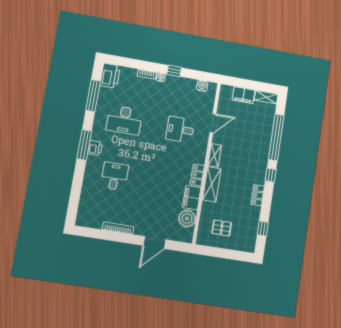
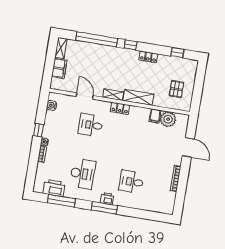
printer: (110, 76) -> (54, 188), moved
desk: (180, 130) -> (91, 125), turned 90
locker: (197, 175) -> (120, 108), moved
filing cabinet: (192, 198) -> (155, 116), width x0.50

